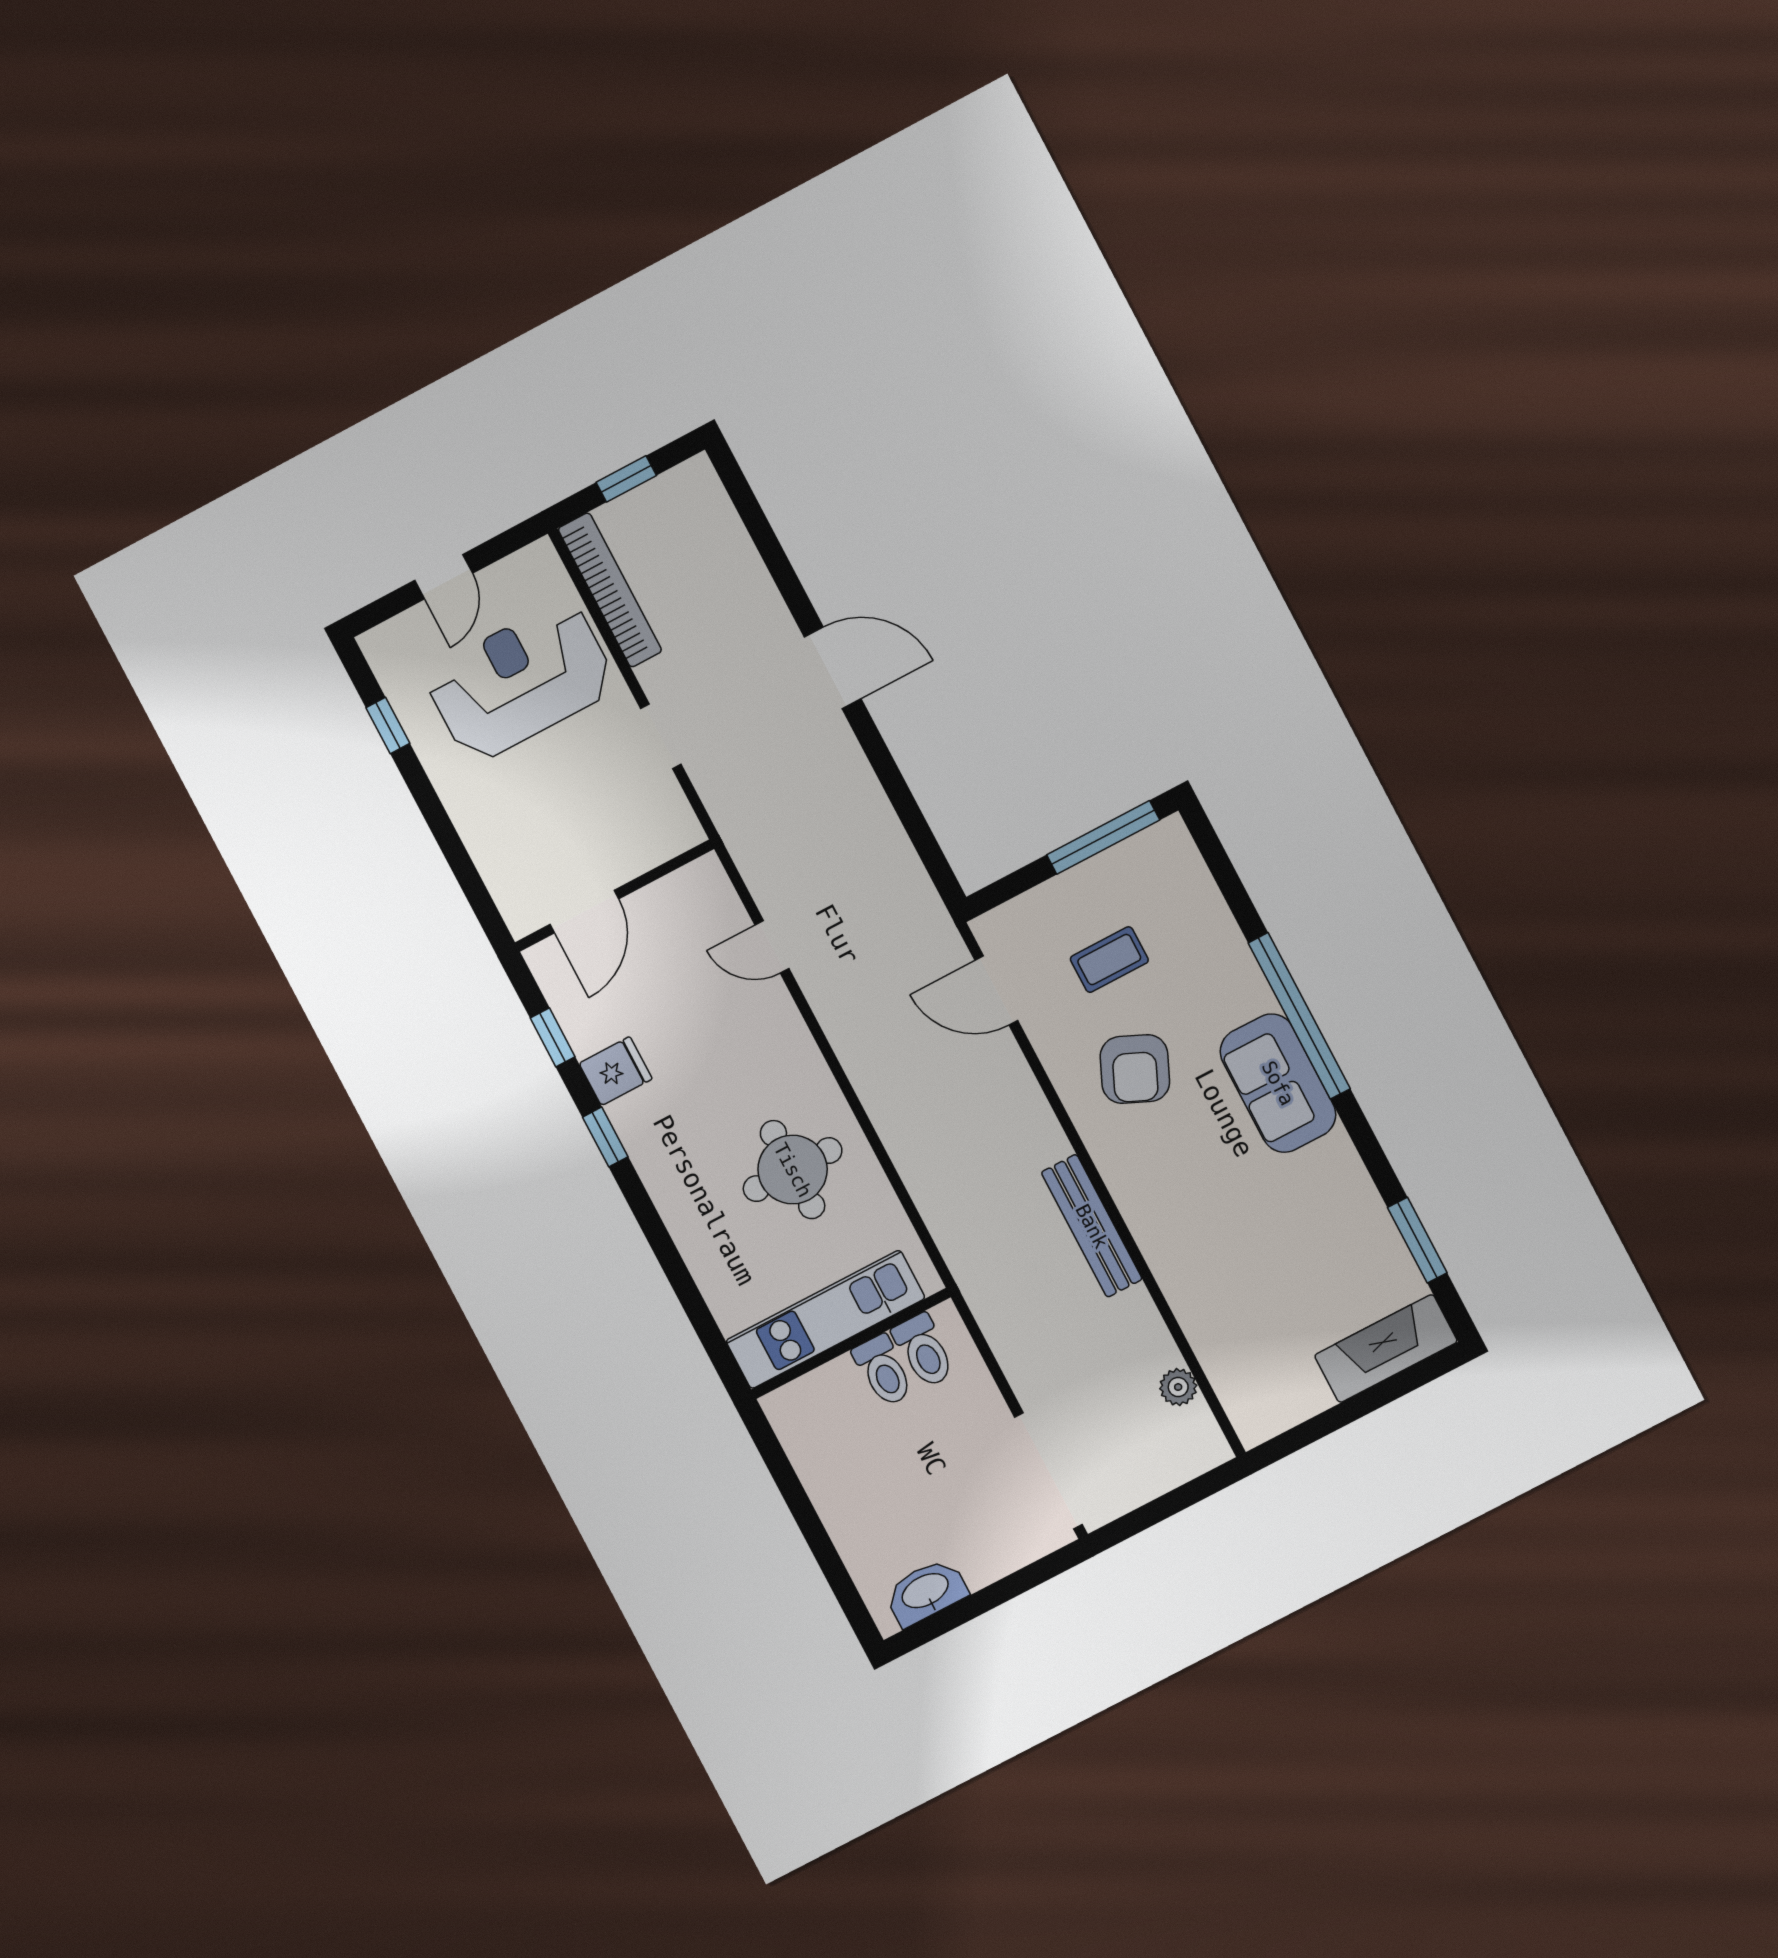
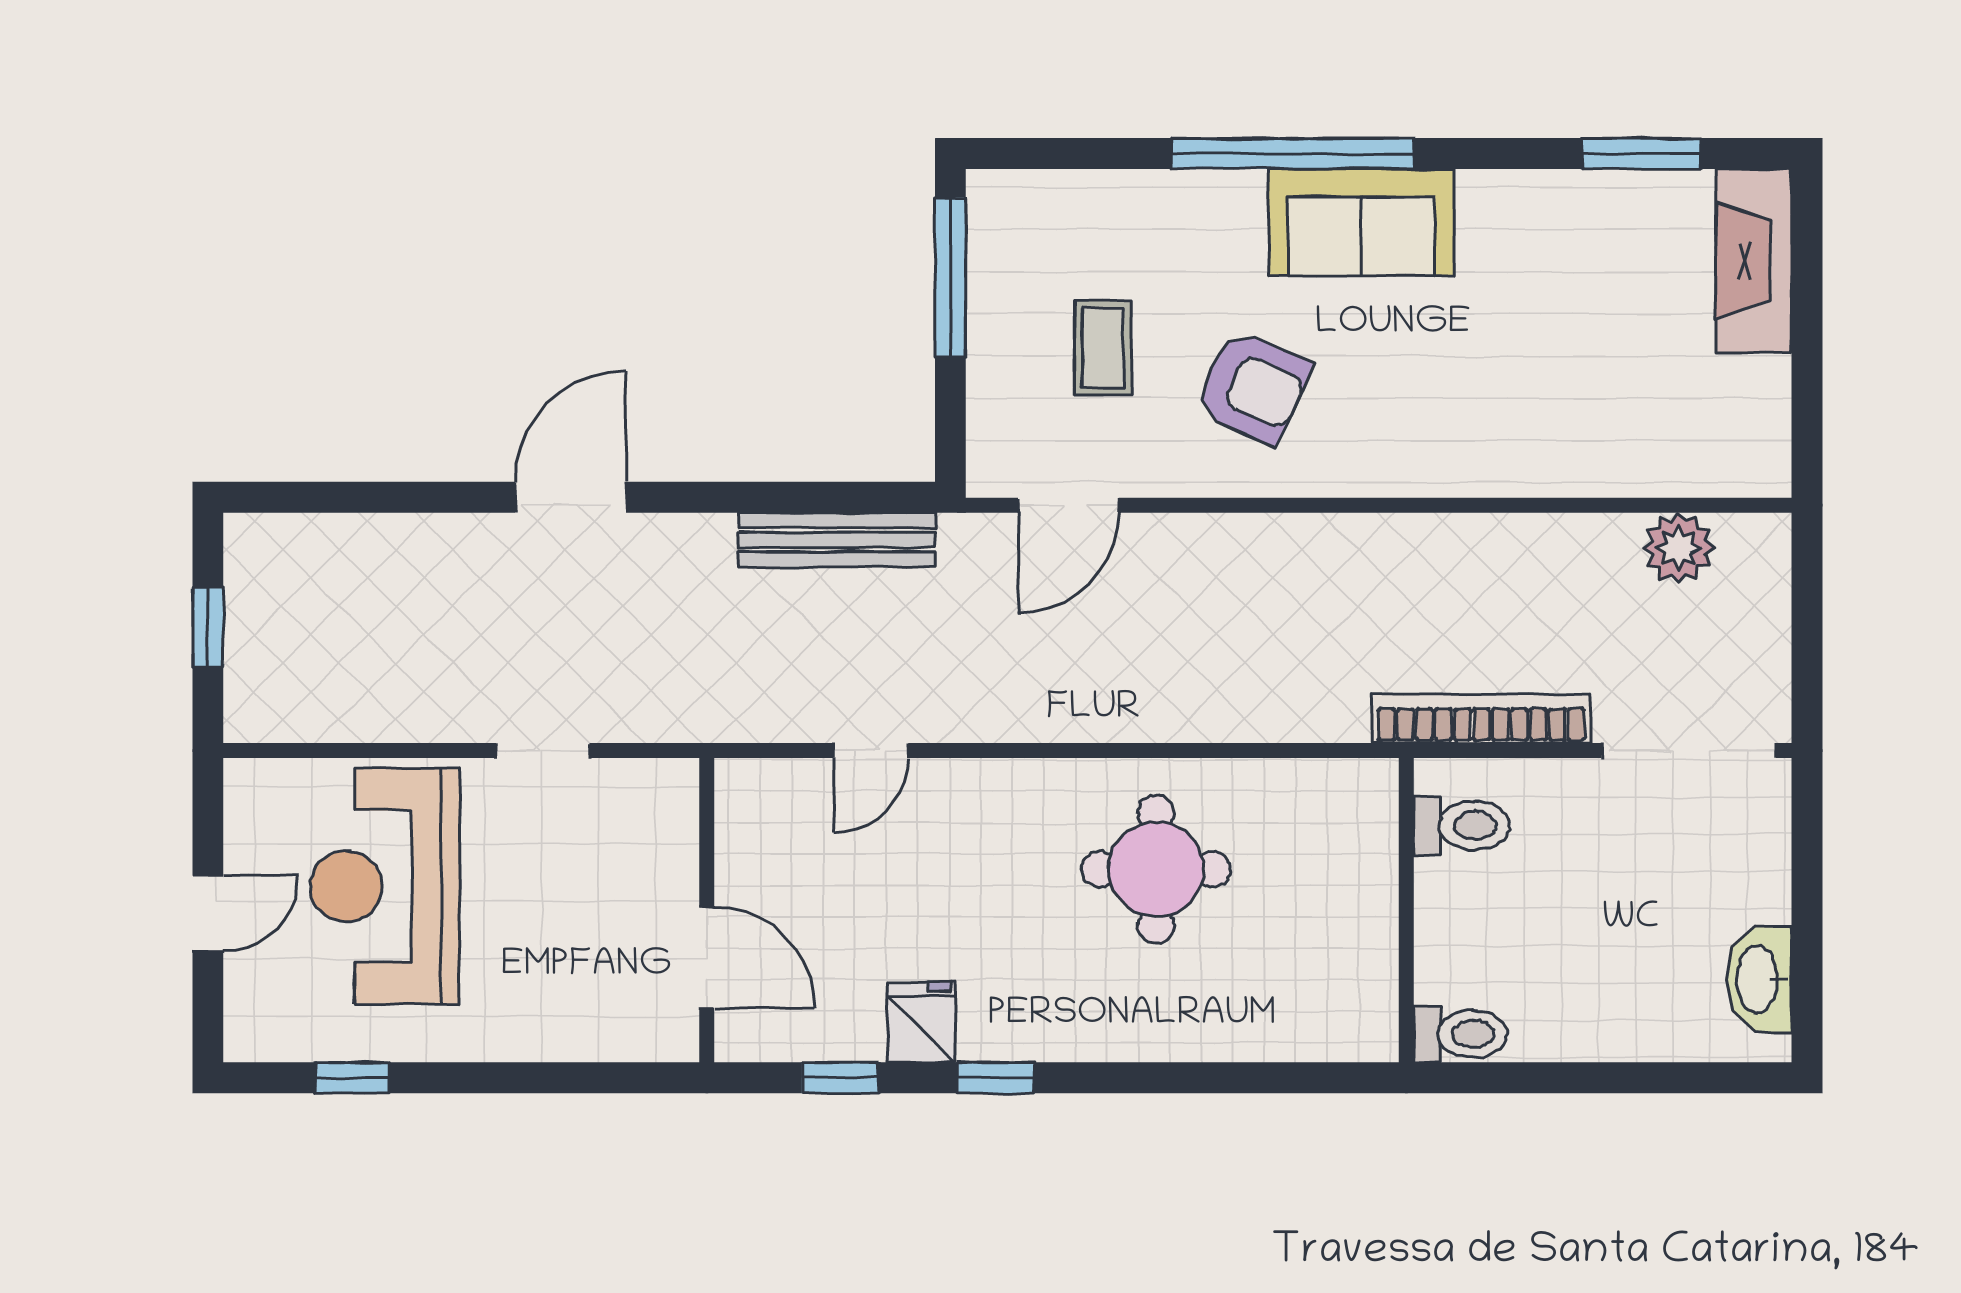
door: (444, 577) -> (208, 913), hinge flipped
bookcase: (610, 590) -> (1481, 719), moved
bench: (1092, 1226) -> (837, 540), moved
kitchen unit: (825, 1319) -> (1360, 926), removed
toilet: (883, 1371) -> (1460, 1034), moved
plant: (1178, 1387) -> (1679, 548), width x1.38, depth x1.38

